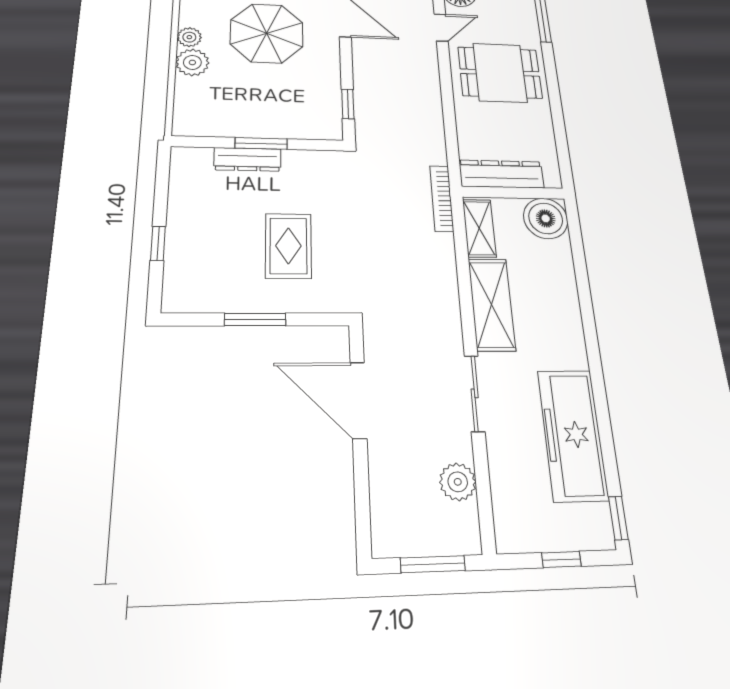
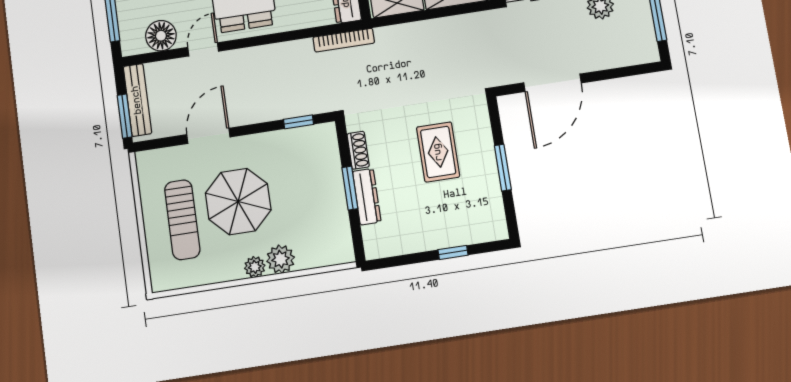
door: (441, 28) -> (203, 49), hinge flipped
shoe rack: (305, 159) -> (358, 150), added
bookcase: (442, 198) -> (344, 40), moved
rug: (288, 246) -> (438, 152), turned 90

